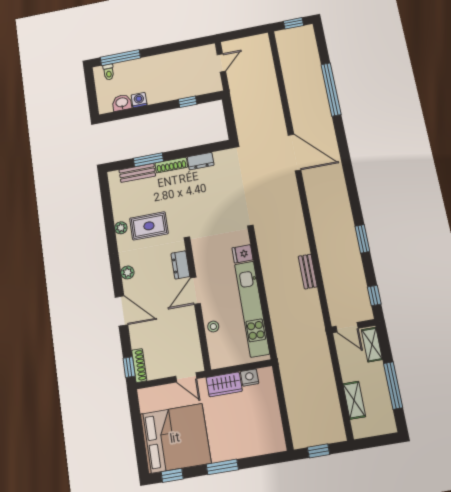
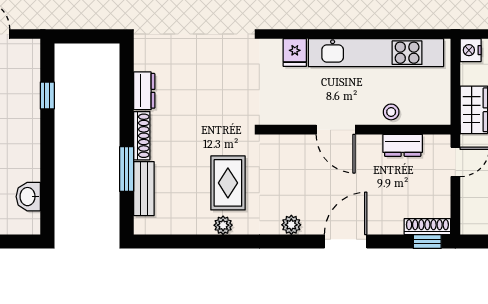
washing machine: (139, 100) -> (29, 169), removed
dresser: (180, 265) -> (403, 145), moved
nightstand: (250, 378) -> (471, 50), moved

